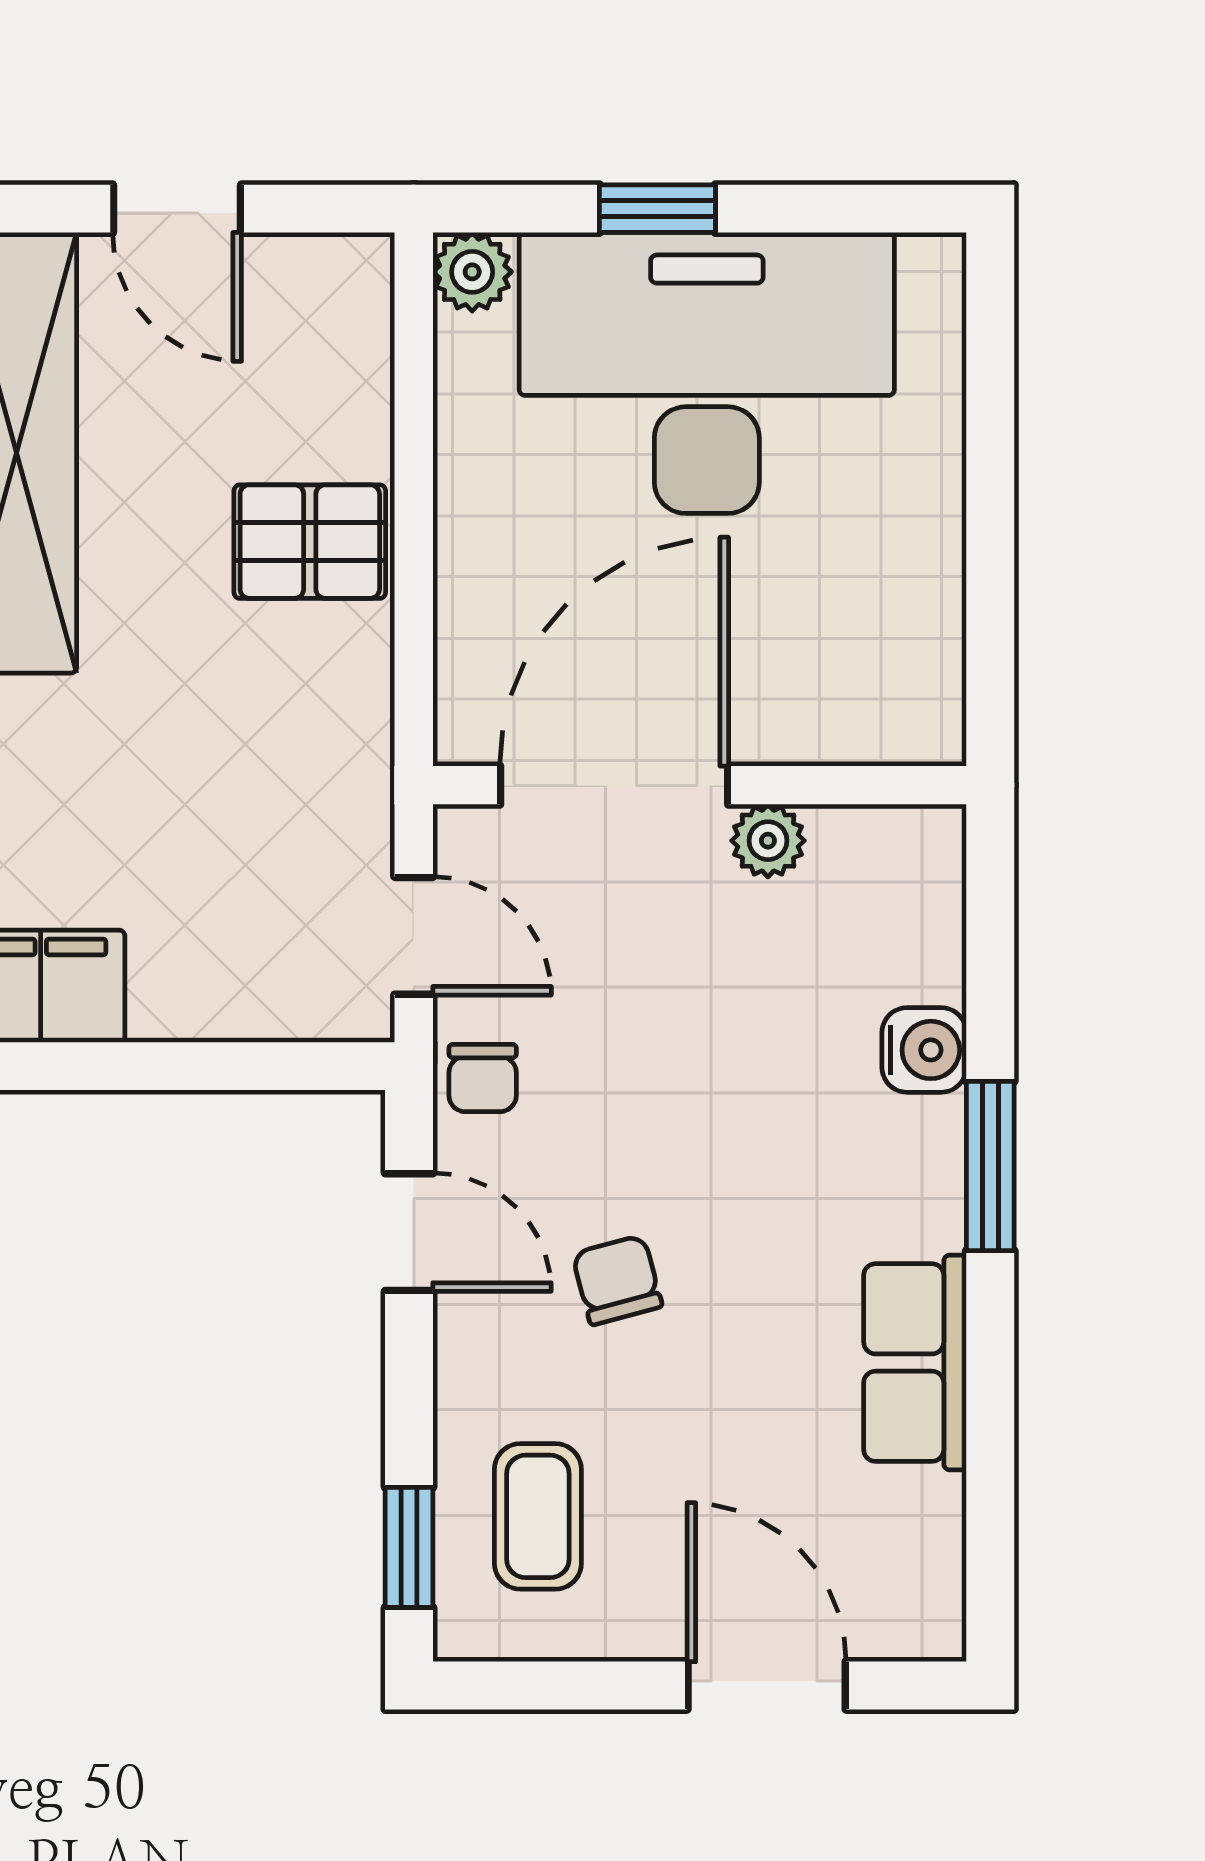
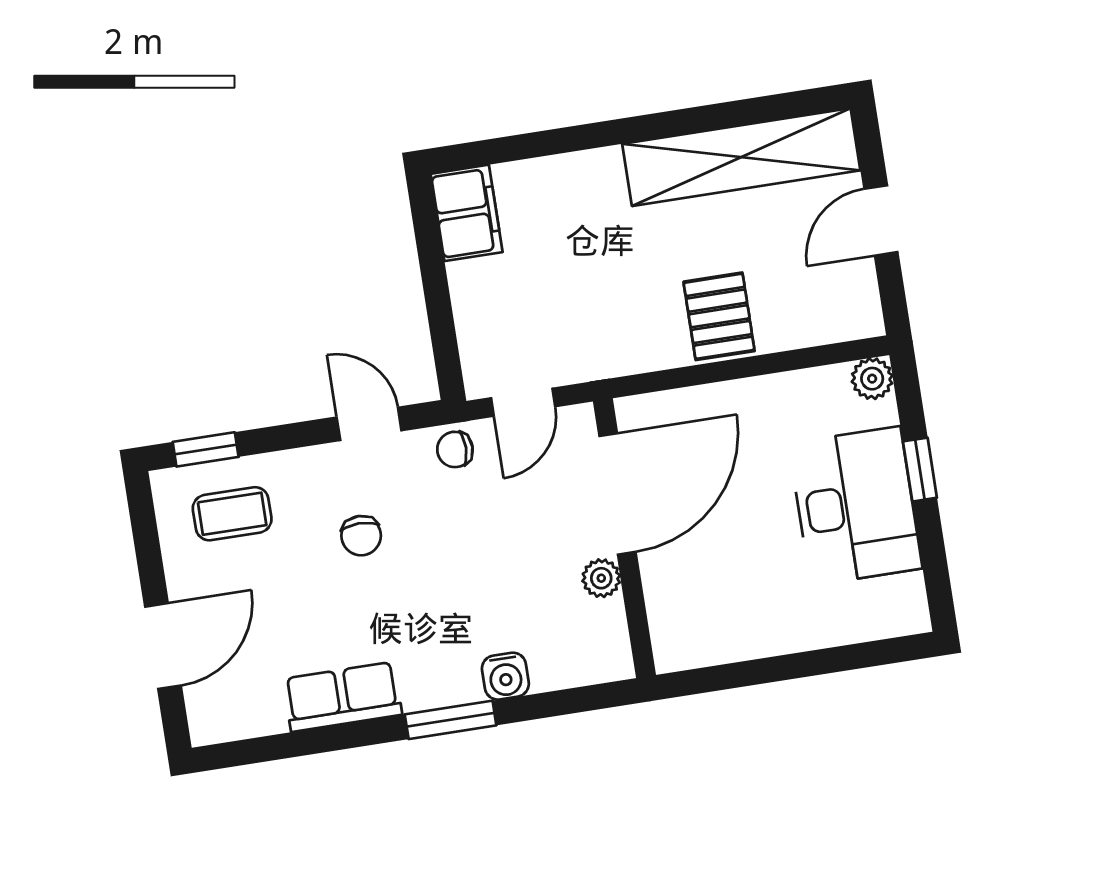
desk: (707, 373) -> (856, 506), width x0.73, depth x0.77
door: (614, 785) -> (618, 494), hinge flipped
door: (409, 1232) -> (369, 424), swing flipped
chair: (617, 1280) -> (361, 536), turned 105

